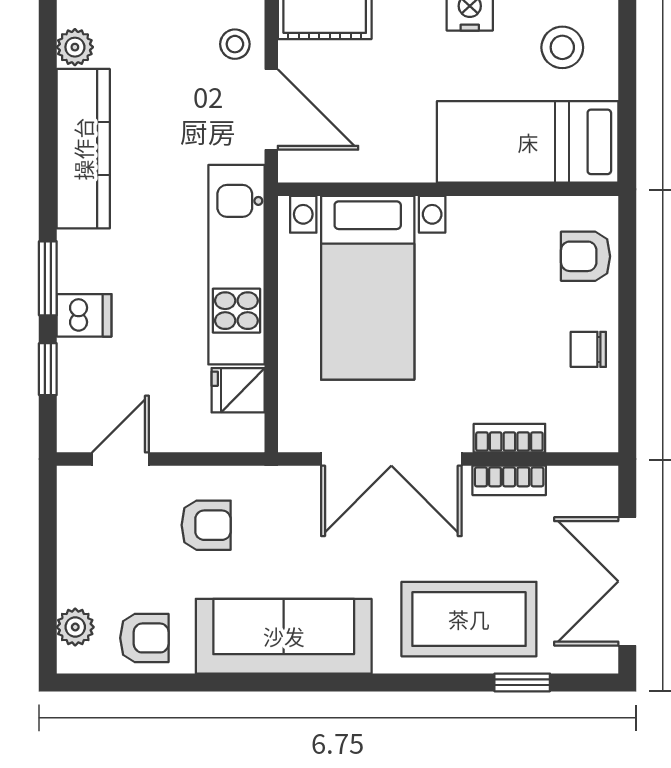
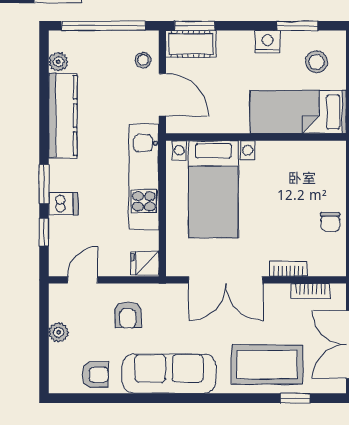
armchair: (586, 256) -> (329, 172), removed
chair: (588, 349) -> (330, 222), turned -90
fridge: (238, 390) -> (145, 263), moved
bookcase: (509, 480) -> (310, 291), moved
armchair: (206, 525) -> (128, 315), turned 90
plant: (75, 627) -> (59, 332), moved

